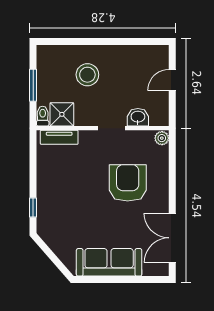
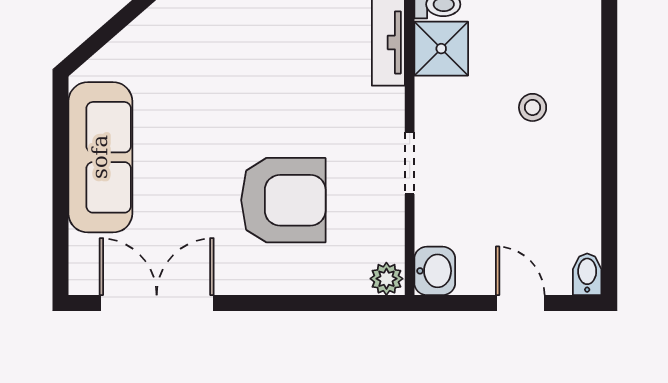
bidet: (160, 51) -> (587, 274), added
stool: (87, 75) -> (533, 107), width x0.53, depth x0.53
washbasin: (138, 117) -> (435, 271), moved

